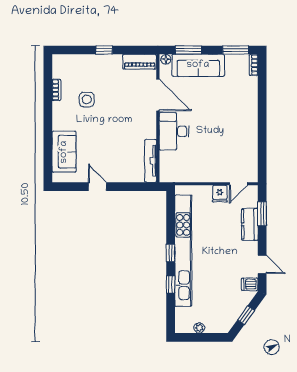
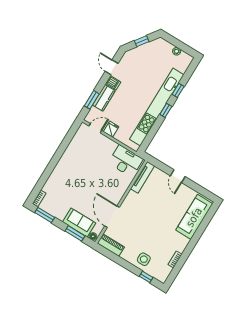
window: (104, 50) -> (146, 277), moved
sofa: (198, 65) -> (79, 222), width x0.73
side table: (87, 99) -> (144, 259), moved
desk: (174, 131) -> (126, 161), moved, turned -90
sofa: (64, 152) -> (194, 217), width x1.36
door: (97, 187) -> (178, 176), moved
dishwasher: (250, 284) -> (113, 83), moved

